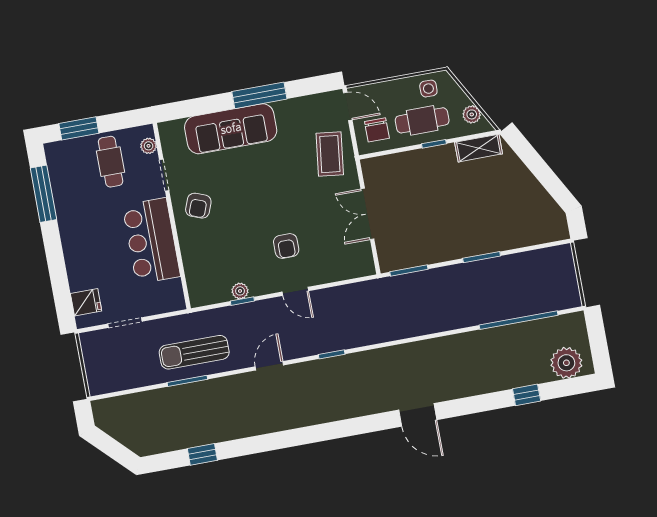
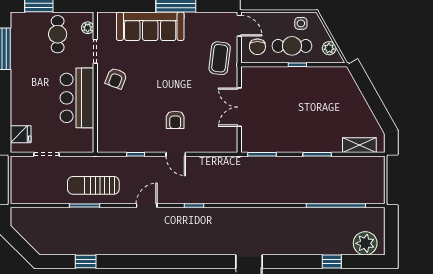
shelving: (479, 148) -> (359, 145), moved
plant: (240, 291) -> (135, 147), removed

